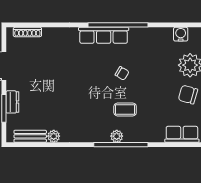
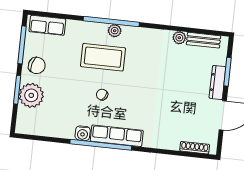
water cooler: (181, 34) -> (83, 133), moved
dresser: (12, 102) -> (217, 83), width x1.44
coffee table: (125, 109) -> (103, 57), width x1.86, depth x1.72

